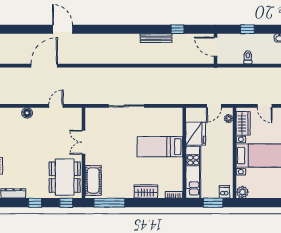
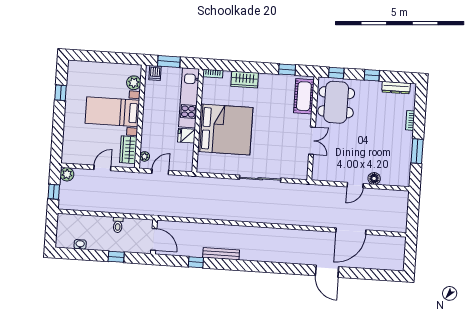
door: (56, 106) -> (355, 185), moved
door: (265, 106) -> (102, 168), hinge flipped
fridge: (196, 134) -> (187, 136), width x0.53, depth x0.75
bed: (160, 147) -> (225, 130), width x2.04
plant: (242, 192) -> (134, 83), moved
window: (109, 203) -> (287, 70), width x0.46

